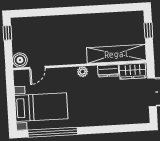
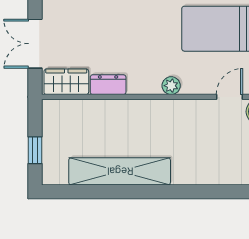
shelving: (116, 54) -> (120, 171), moved
plant: (83, 72) -> (171, 86), moved

